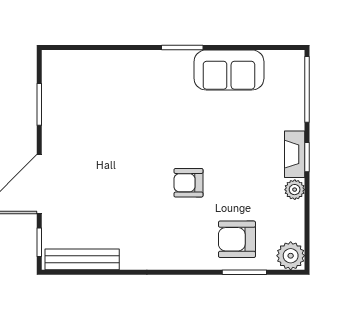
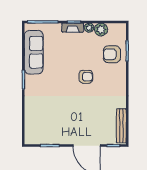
sofa: (229, 70) -> (34, 52), width x1.36
armchair: (189, 183) -> (86, 77), turned -90
armchair: (237, 239) -> (112, 54), turned 90
plant: (291, 256) -> (101, 29), moved

